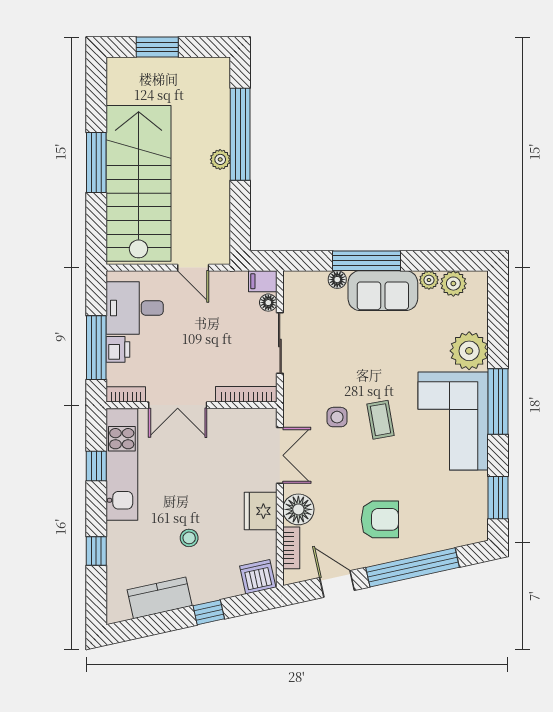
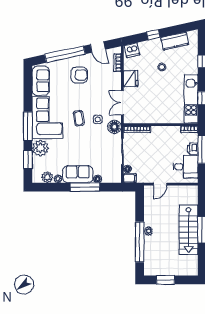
window: (157, 47) -> (166, 280), moved
stairs: (139, 183) -> (188, 230), width x0.73, depth x0.66
door: (193, 268) -> (160, 184), swing flipped
double door: (178, 405) -> (167, 125), removed
window: (498, 498) -> (28, 160), moved
sofa: (469, 506) -> (41, 81), added
floor lamp: (298, 509) -> (114, 127), moved
armchair: (380, 519) -> (79, 75), turned 180

